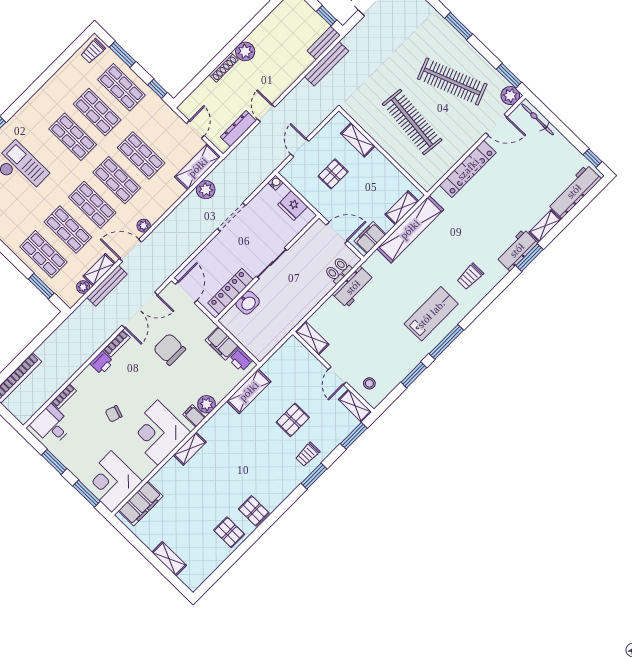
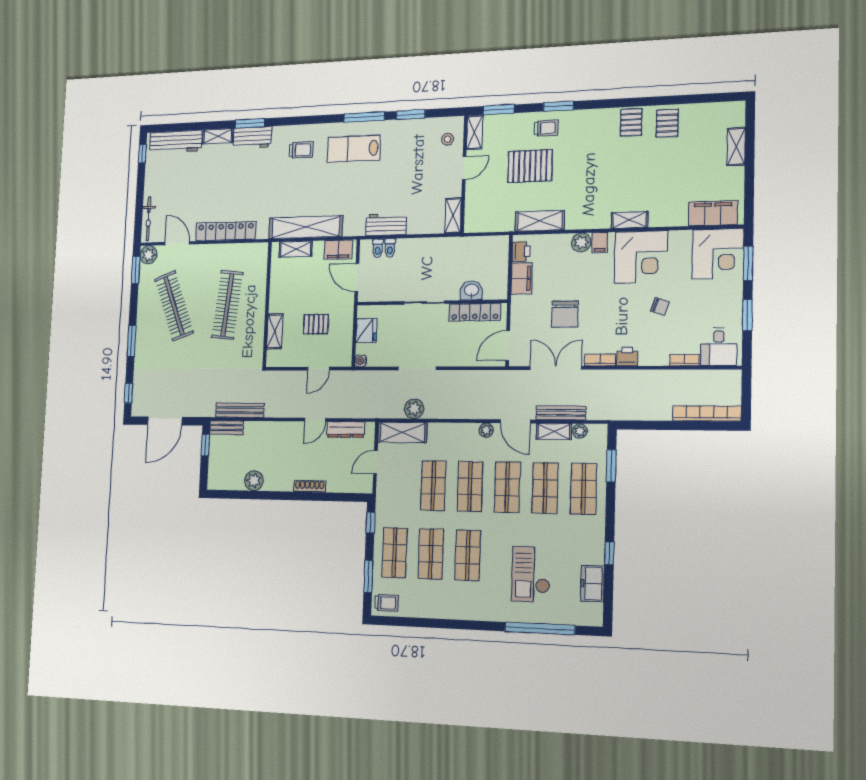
plant: (245, 51) -> (254, 481), moved
pallet: (293, 420) -> (530, 166), width x1.50, depth x1.42

